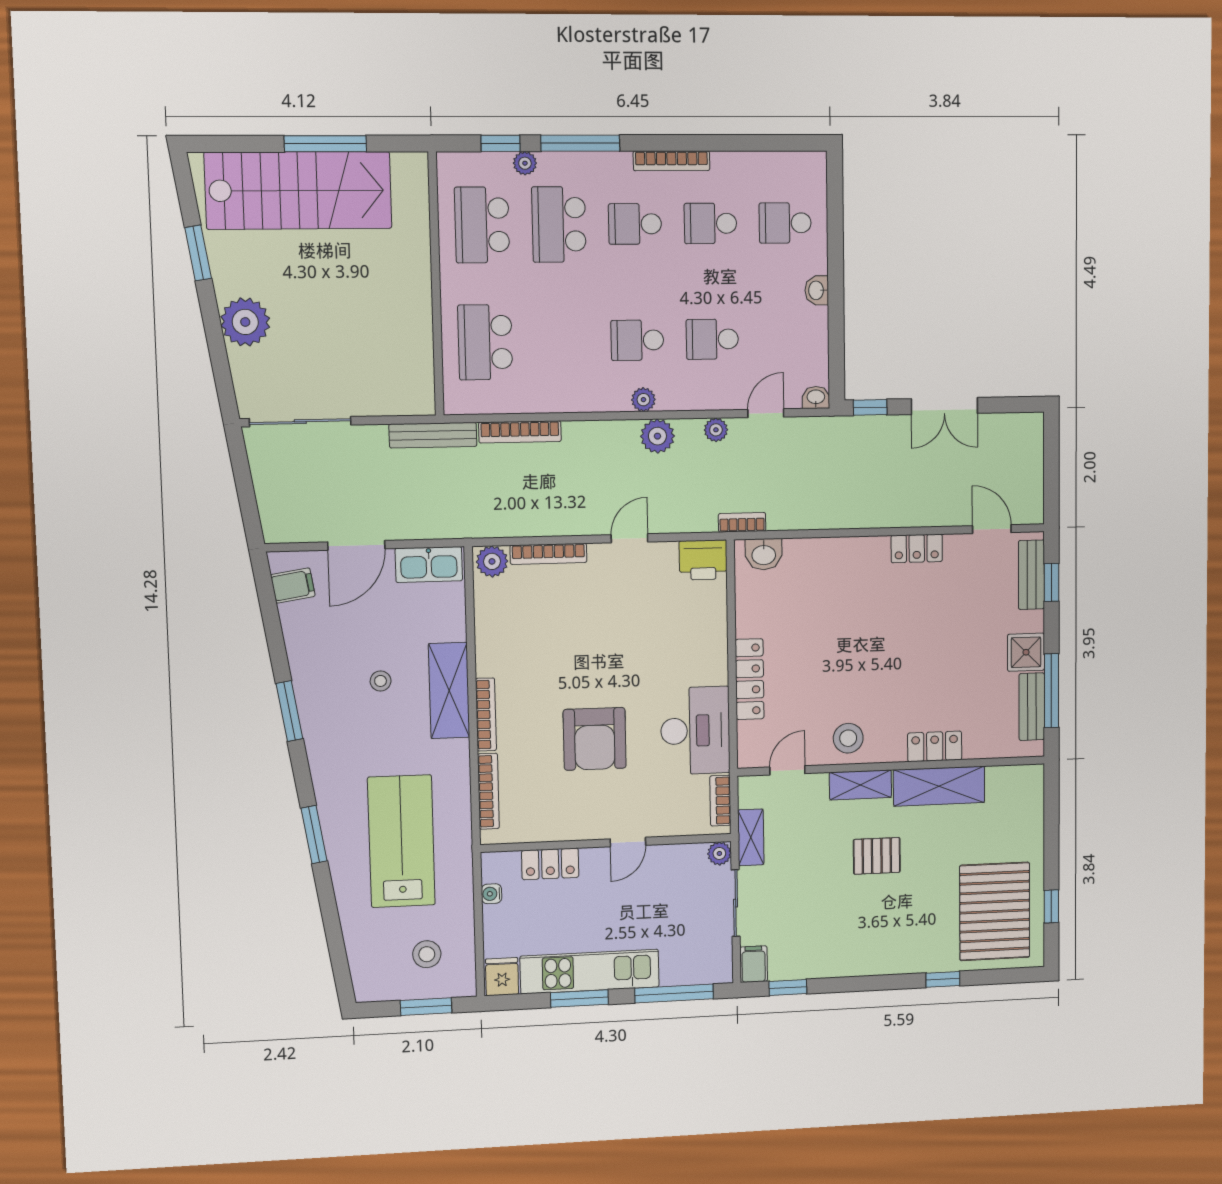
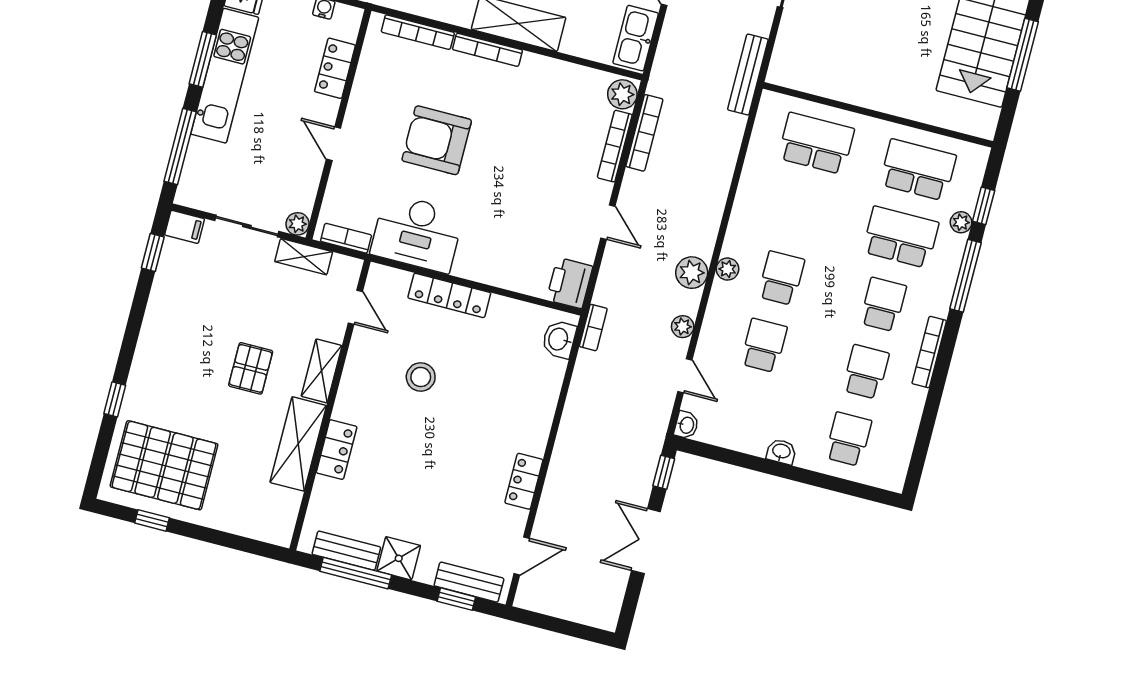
bookcase: (520, 432) -> (644, 133), moved, turned 180
stool: (848, 738) -> (421, 377), moved

